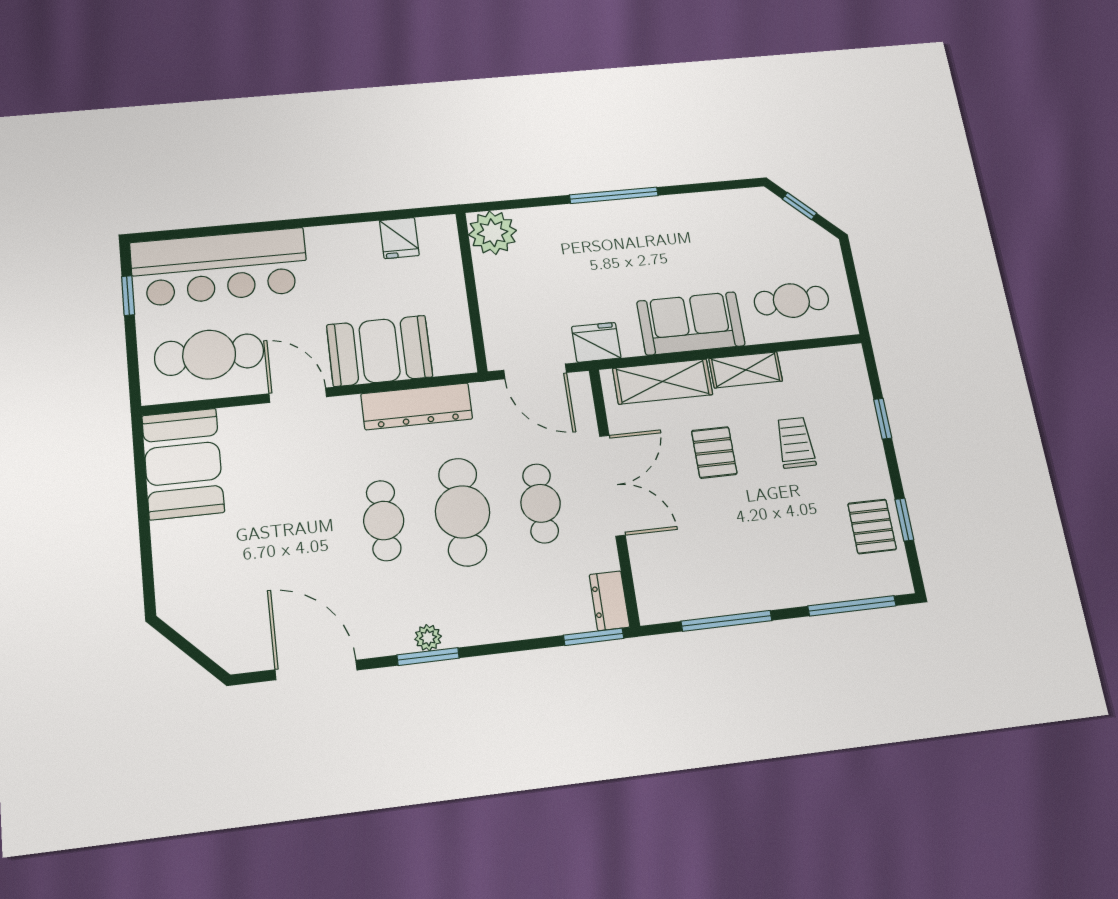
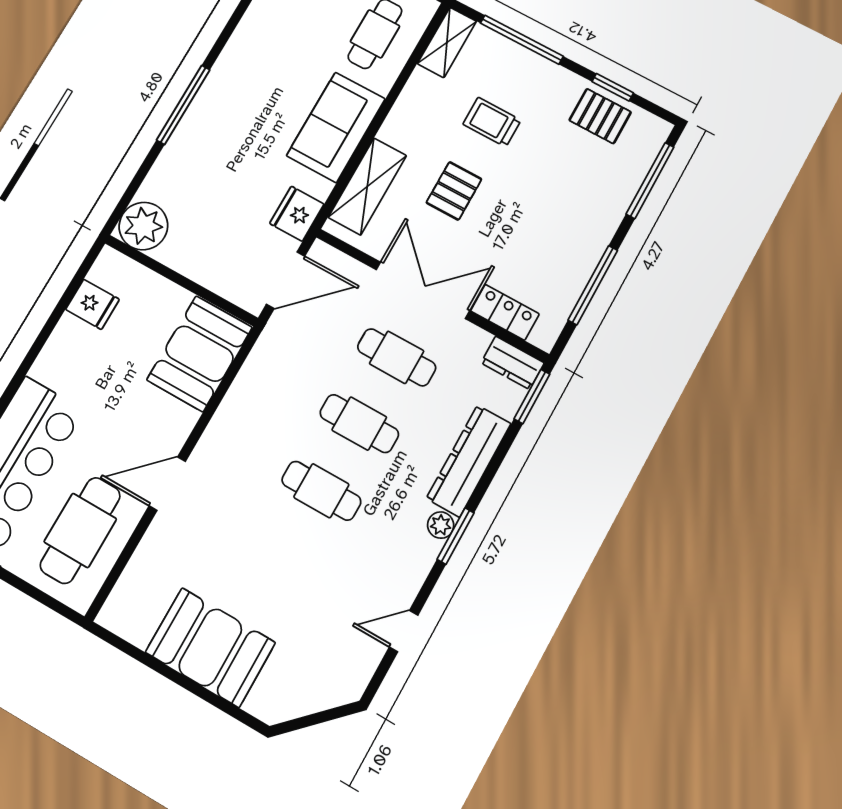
booth: (380, 351) -> (199, 354), moved
shelving: (746, 370) -> (447, 42), moved
dresser: (417, 406) -> (469, 461), moved, turned 180
window: (883, 419) -> (522, 40), width x2.17
pallet: (714, 452) -> (454, 191), turned 90
booth: (183, 464) -> (210, 647), moved
cafe table: (463, 512) -> (359, 424), width x0.73, depth x0.74
locker: (647, 565) -> (505, 312), added
door: (316, 670) -> (404, 631), width x0.53

